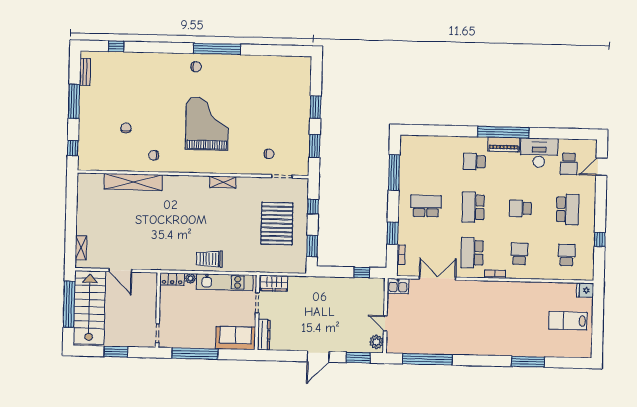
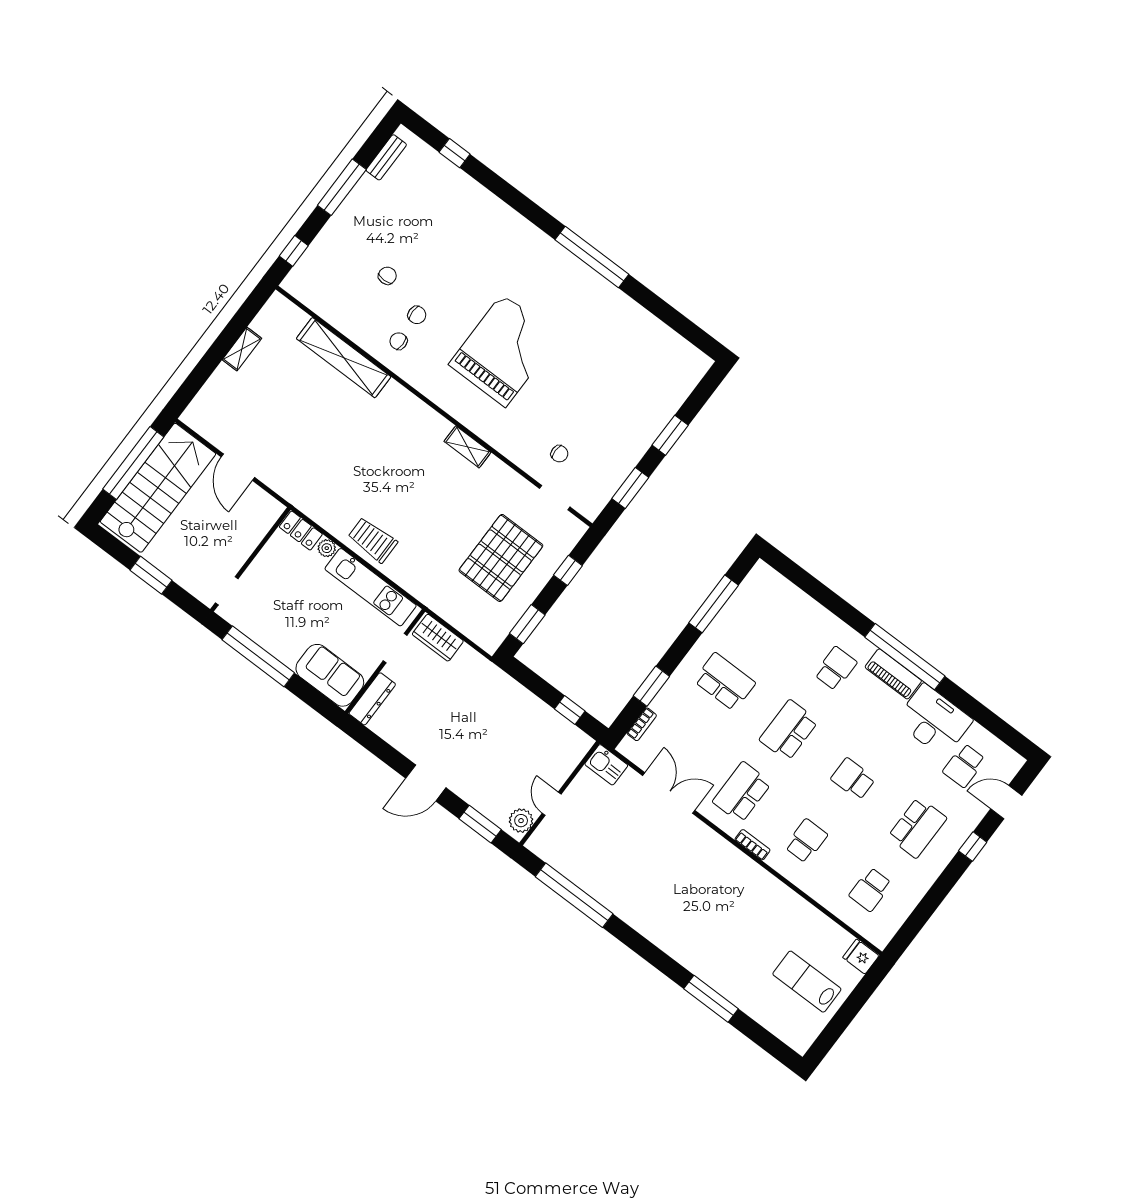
chair: (196, 67) -> (417, 315), moved
school desk: (474, 162) -> (836, 668), turned 90
window: (600, 240) -> (973, 846), moved
shelving: (81, 248) -> (242, 349), moved
school desk: (567, 255) -> (870, 889), turned 180

